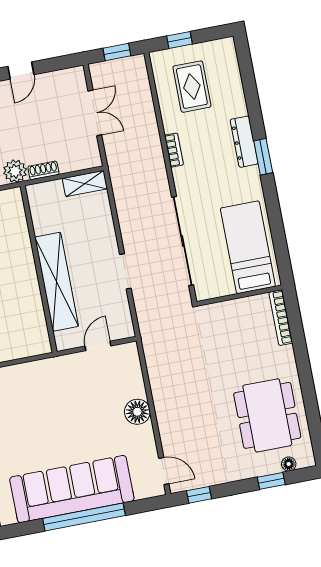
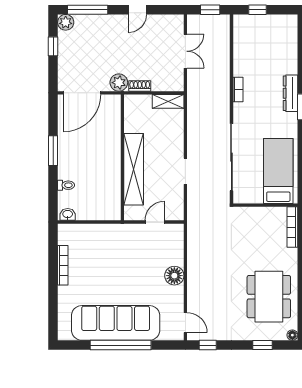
rug: (192, 87) -> (260, 46), removed
floor lamp: (289, 464) -> (292, 335), moved

